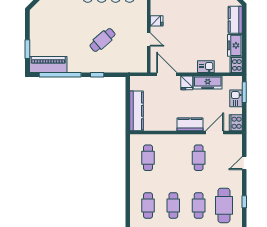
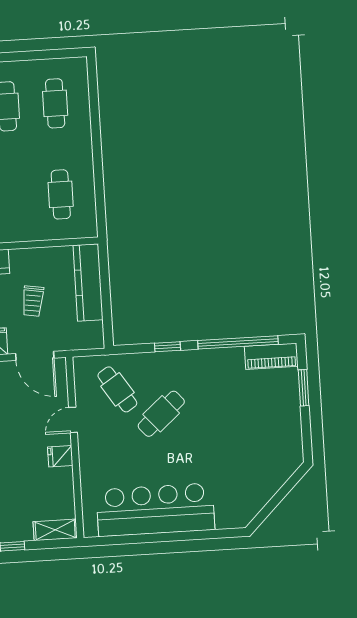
door: (149, 40) -> (73, 420), hinge flipped
cafe table: (125, 54) -> (117, 389), added
piano: (48, 64) -> (271, 356), width x0.73, depth x0.75
trolley: (166, 103) -> (33, 301), added

